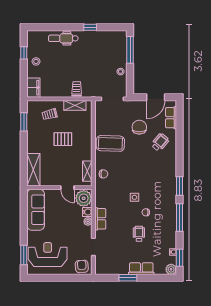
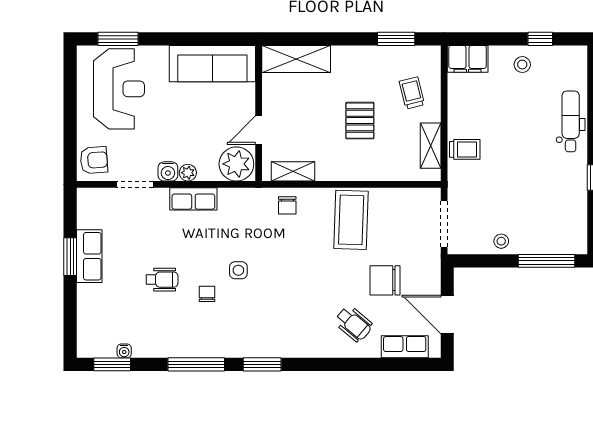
chair: (139, 127) -> (385, 280), turned 180
water cooler: (87, 212) -> (168, 171), moved
row of seats: (141, 269) -> (89, 256), moved
plant: (171, 269) -> (88, 347), removed

